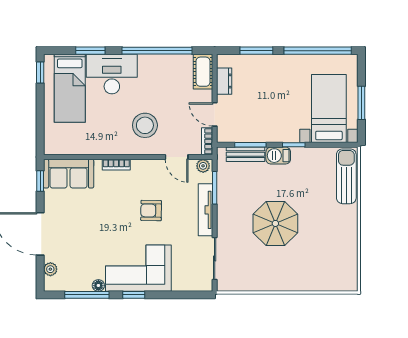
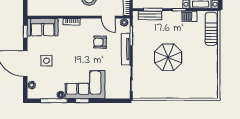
barbecue: (278, 156) -> (189, 16), moved
armchair: (151, 211) -> (100, 42), moved
side table: (75, 229) -> (46, 61), added

